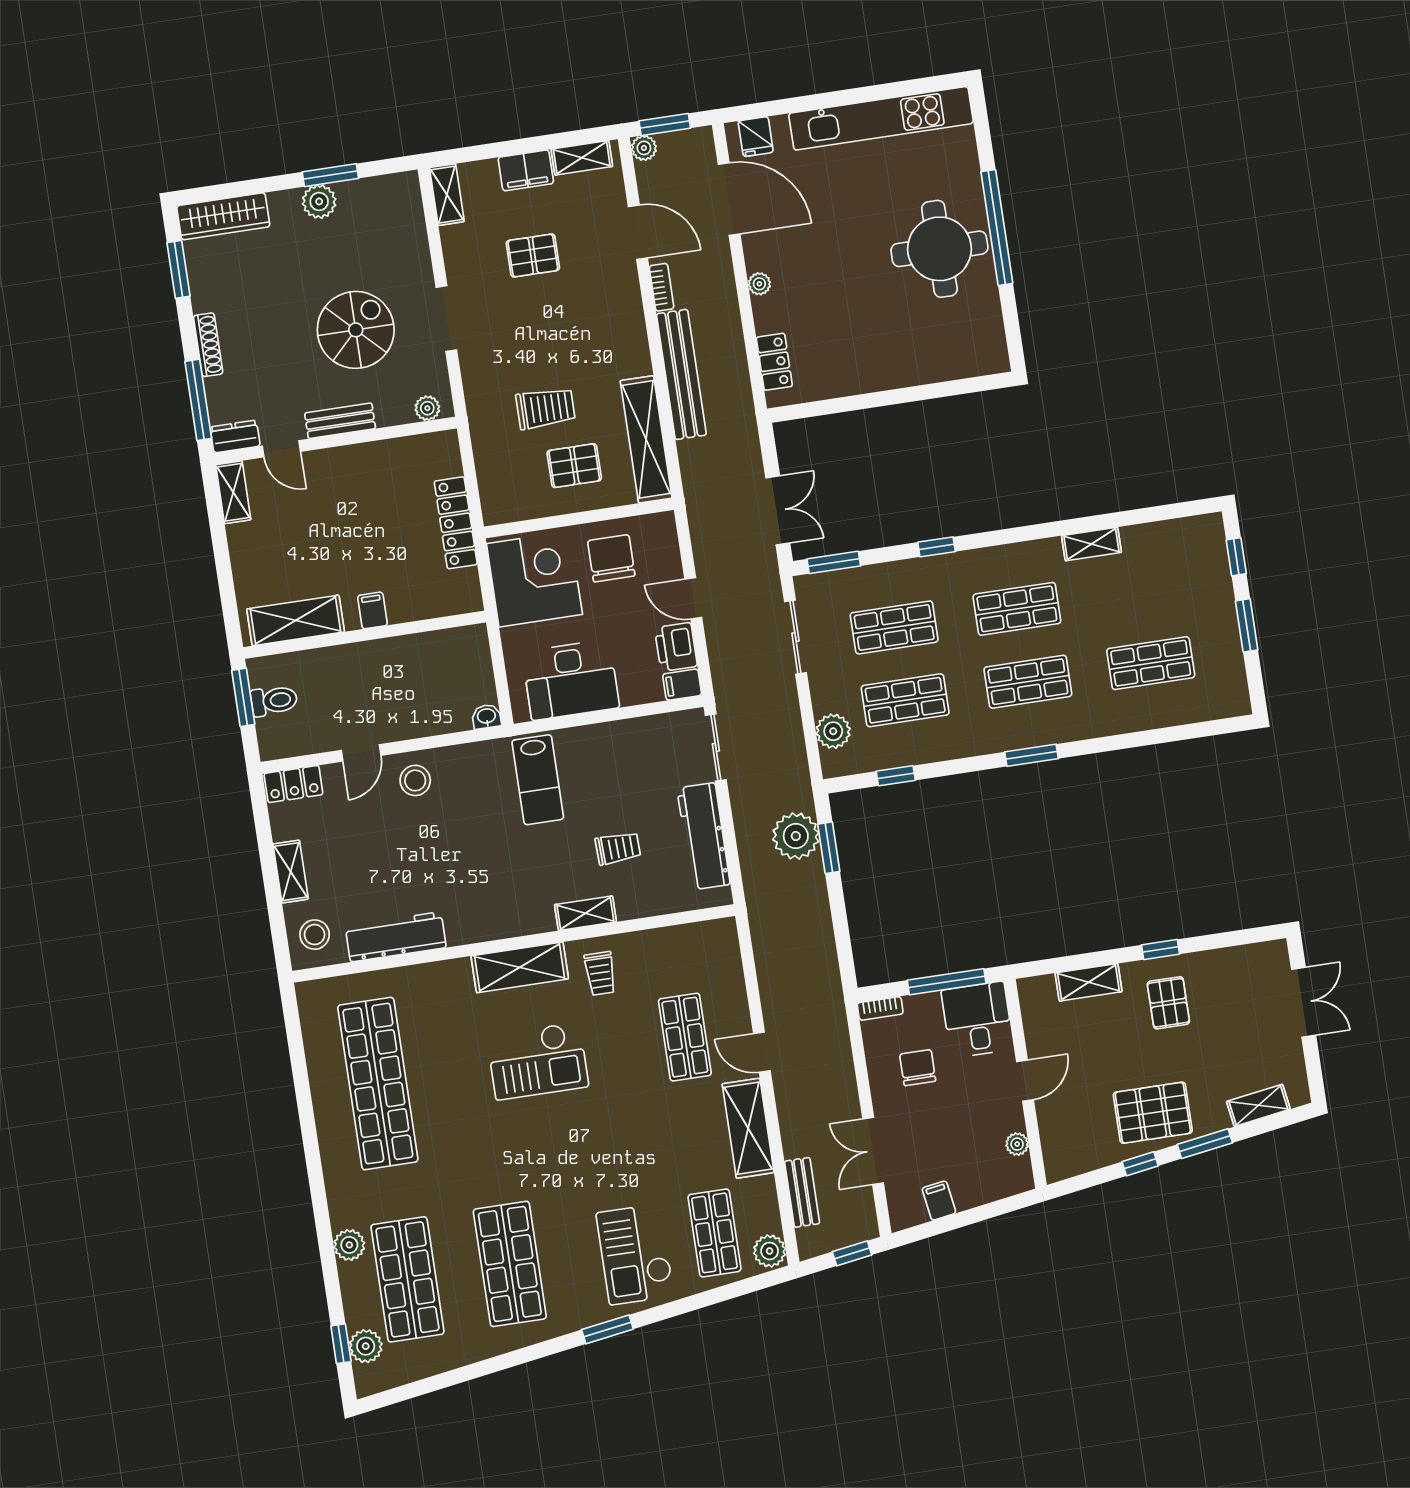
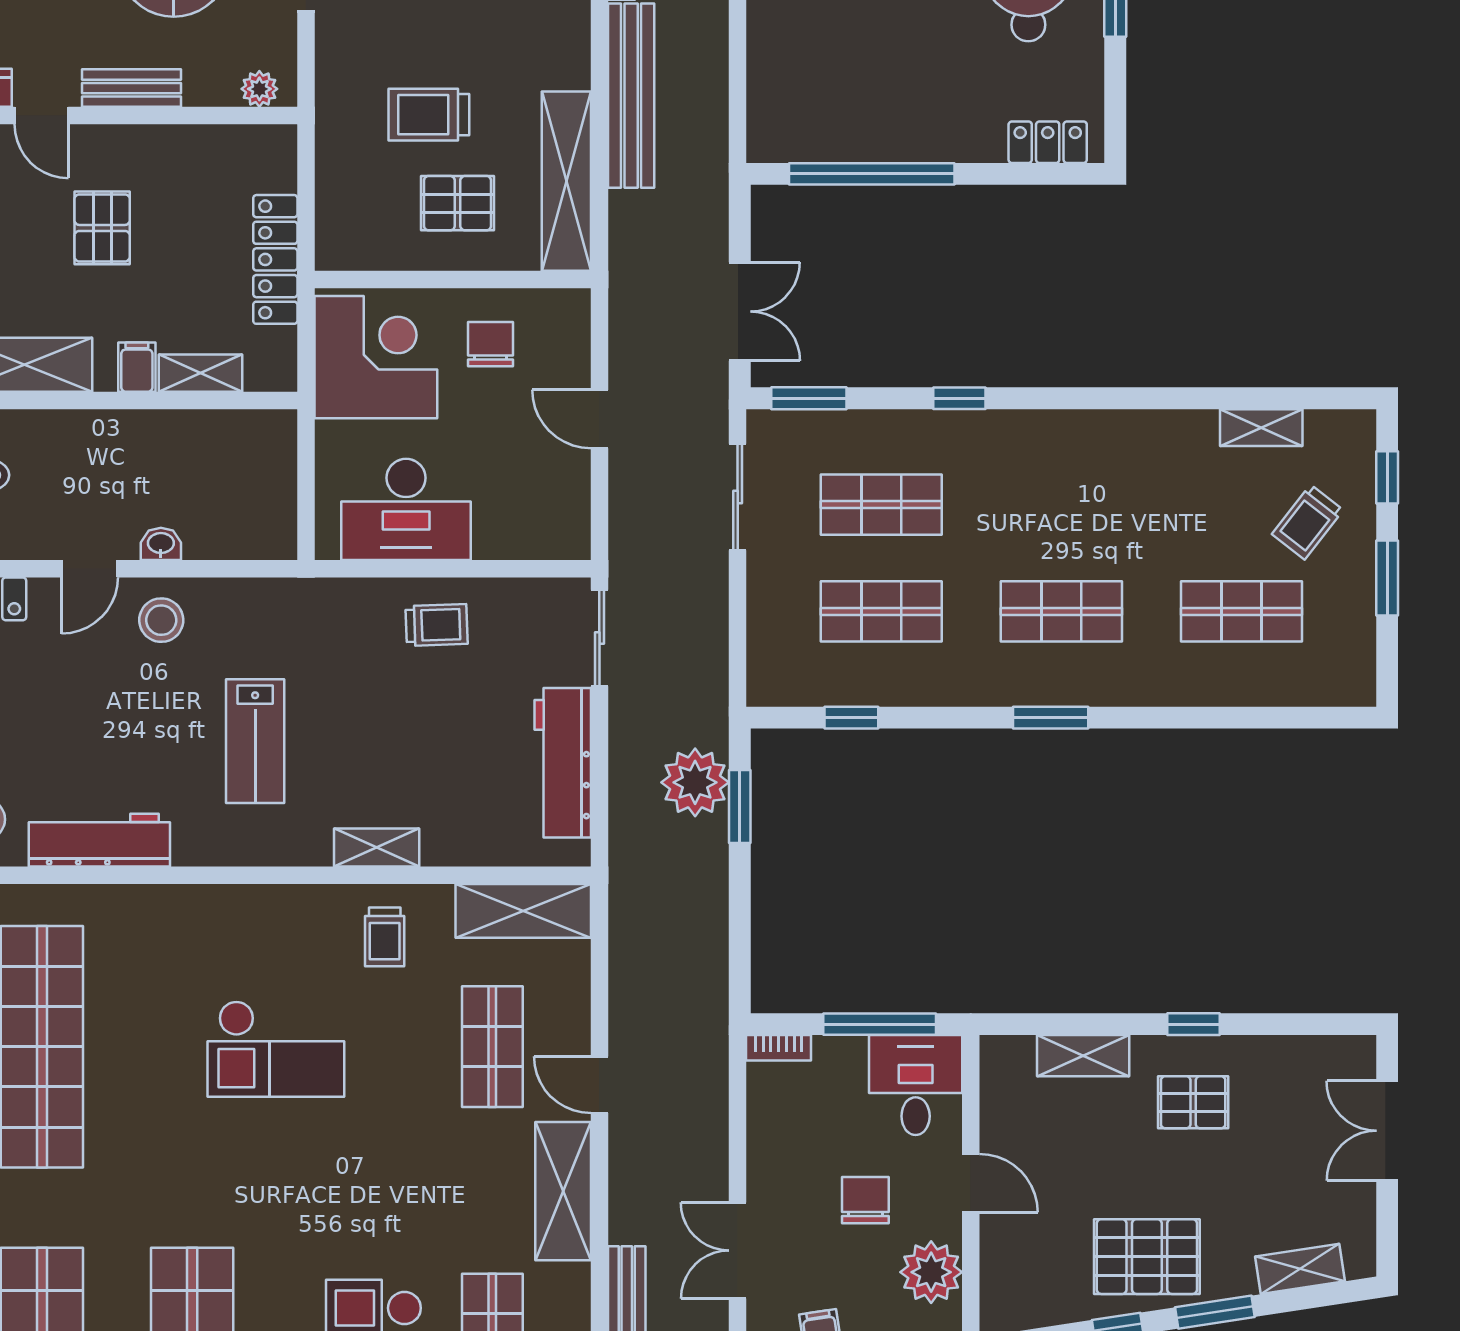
locker: (774, 362) -> (1048, 142), moved, turned -90
window: (854, 403) -> (872, 174), added
trolley: (546, 408) -> (429, 115), turned 180
pallet: (334, 519) -> (102, 228), added
shelving: (1091, 544) -> (1261, 428), moved
chair: (611, 558) -> (491, 344), width x0.73, depth x0.73
trolley: (1187, 595) -> (1308, 522), added
shelving: (416, 608) -> (200, 373), added
shop shelf: (1017, 609) -> (1061, 505), removed
printer: (676, 647) -> (564, 485), removed
filing cabinet: (682, 685) -> (565, 541), removed
washbasin: (486, 717) -> (161, 544), moved
plant: (833, 731) -> (771, 640), removed
lab bench: (538, 780) -> (255, 741), moved
trolley: (618, 848) -> (437, 625), moved
shelving: (520, 967) -> (523, 911), moved
double door: (1304, 1002) -> (1387, 1131), swing flipped
pallet: (1168, 1003) -> (1193, 1102), turned 90
chair: (918, 1068) -> (865, 1200), moved
door: (1025, 1081) -> (971, 1183), hinge flipped
plant: (1017, 1144) -> (931, 1272), width x1.88, depth x1.88

